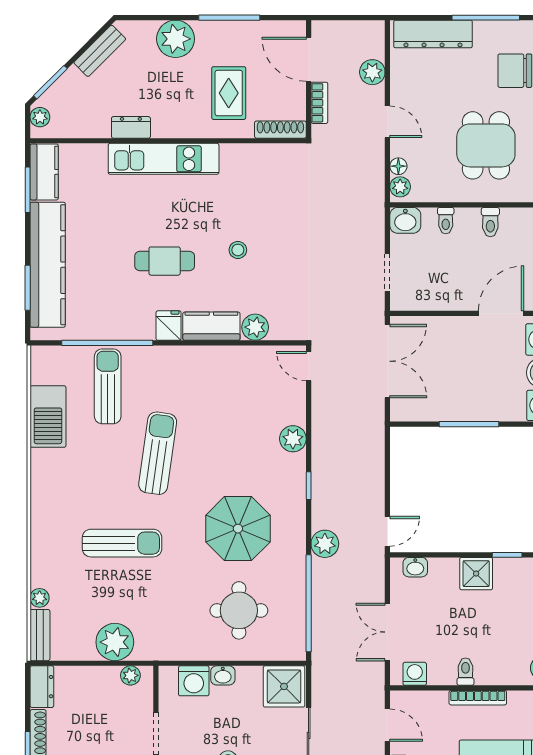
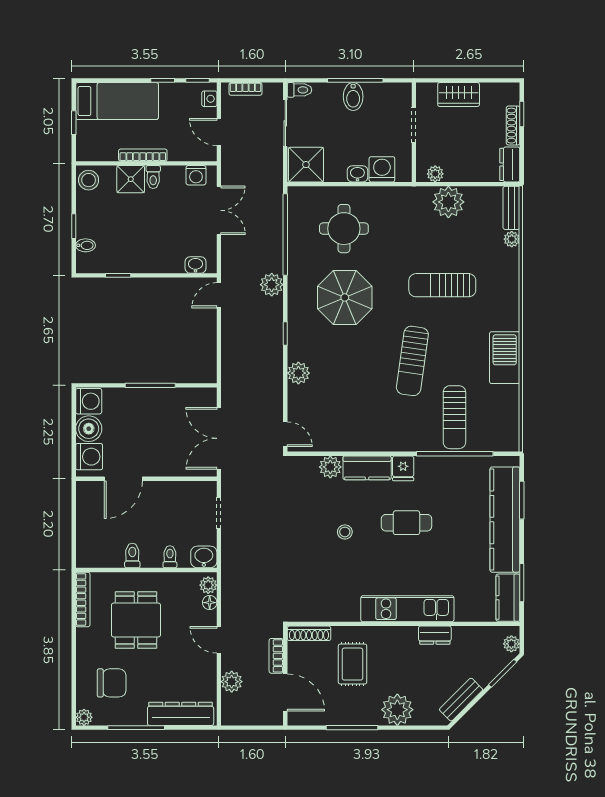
barbecue: (48, 417) -> (505, 358), moved
shower: (476, 574) -> (131, 179), moved

